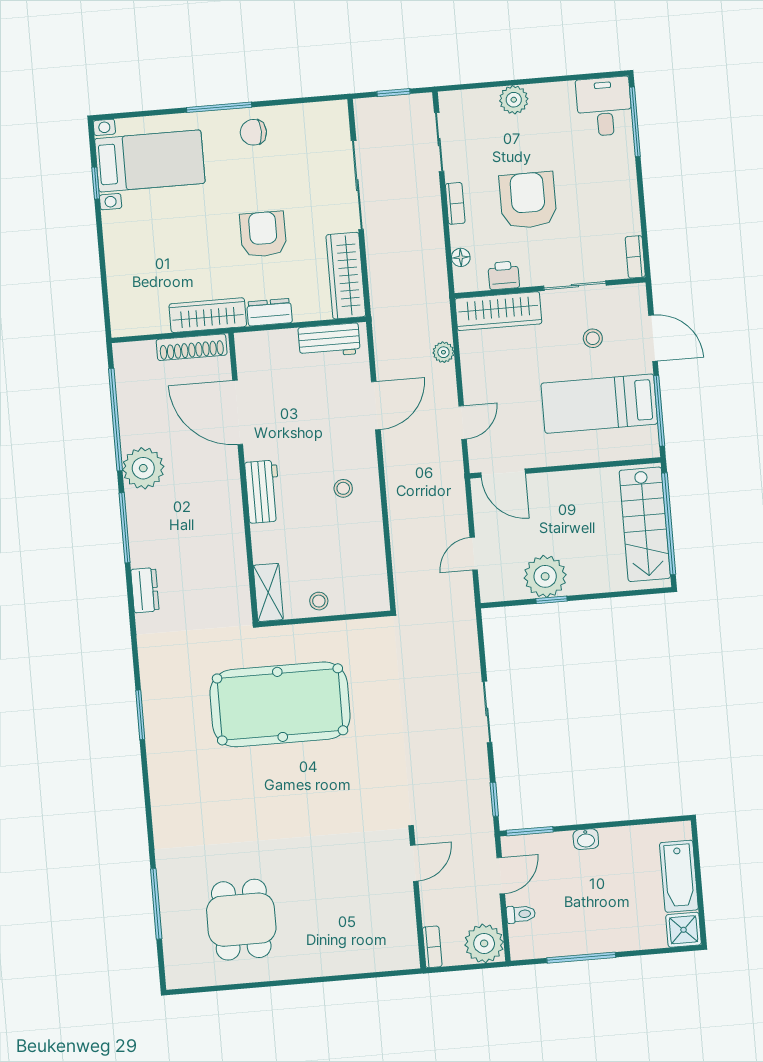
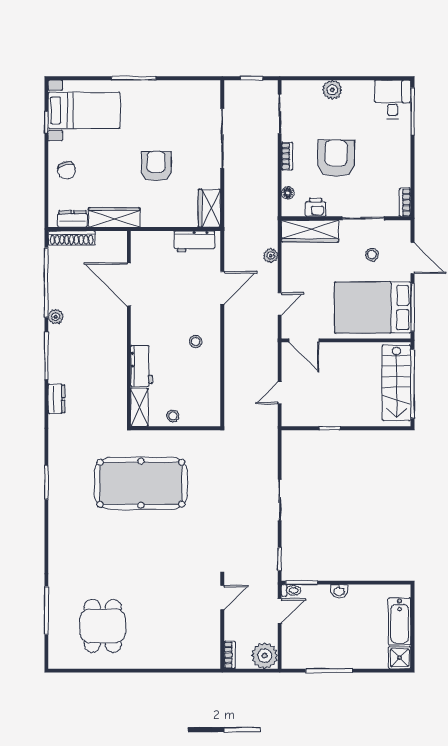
chair: (253, 132) -> (67, 170), moved, turned -104
wardrobe: (346, 276) -> (209, 208), width x0.67
dresser: (270, 312) -> (73, 219), moved
shoe rack: (192, 347) -> (72, 238), moved
bed: (599, 404) -> (373, 308), width x1.50
plant: (143, 468) -> (56, 317), width x0.53, depth x0.53
workbench: (263, 492) -> (141, 366), moved
plant: (545, 576) -> (326, 412), removed
toilet: (521, 914) -> (291, 590), moved

